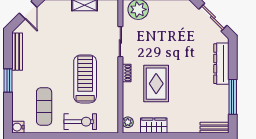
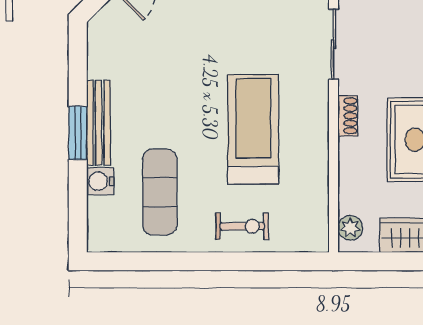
bench: (17, 52) -> (99, 123), moved
exercise bike: (80, 122) -> (242, 226), width x0.73, depth x0.72
water cooler: (18, 127) -> (100, 181), moved

